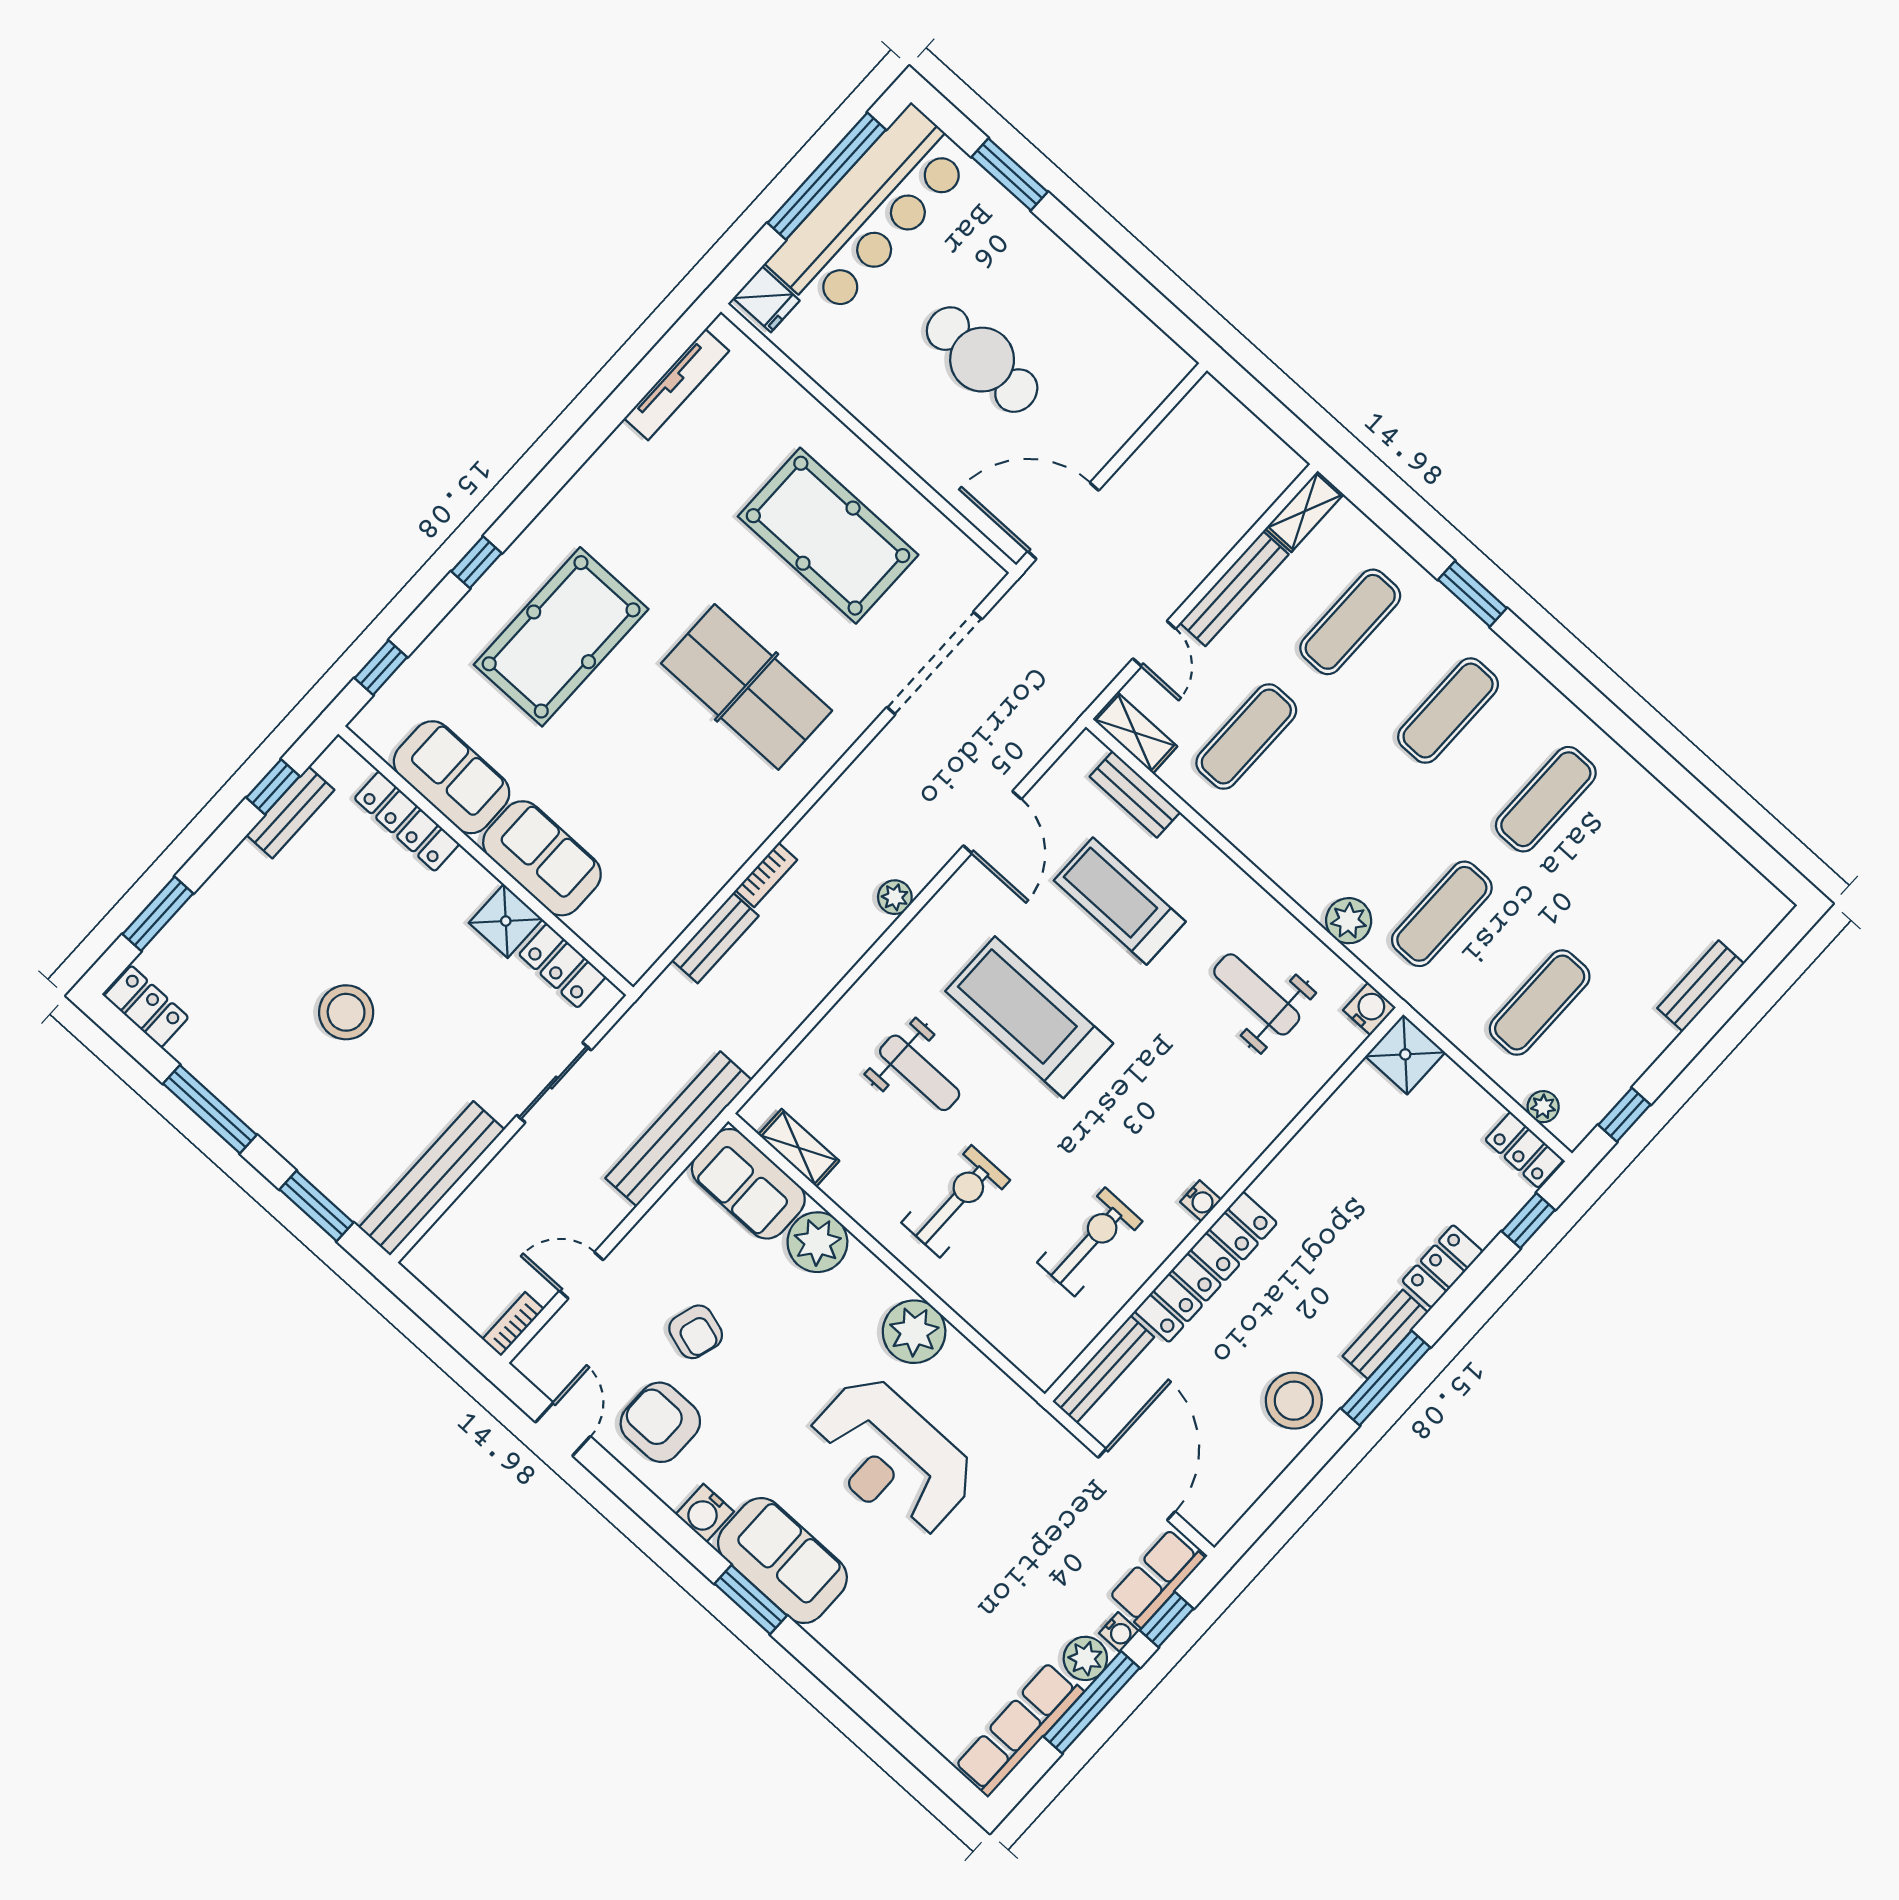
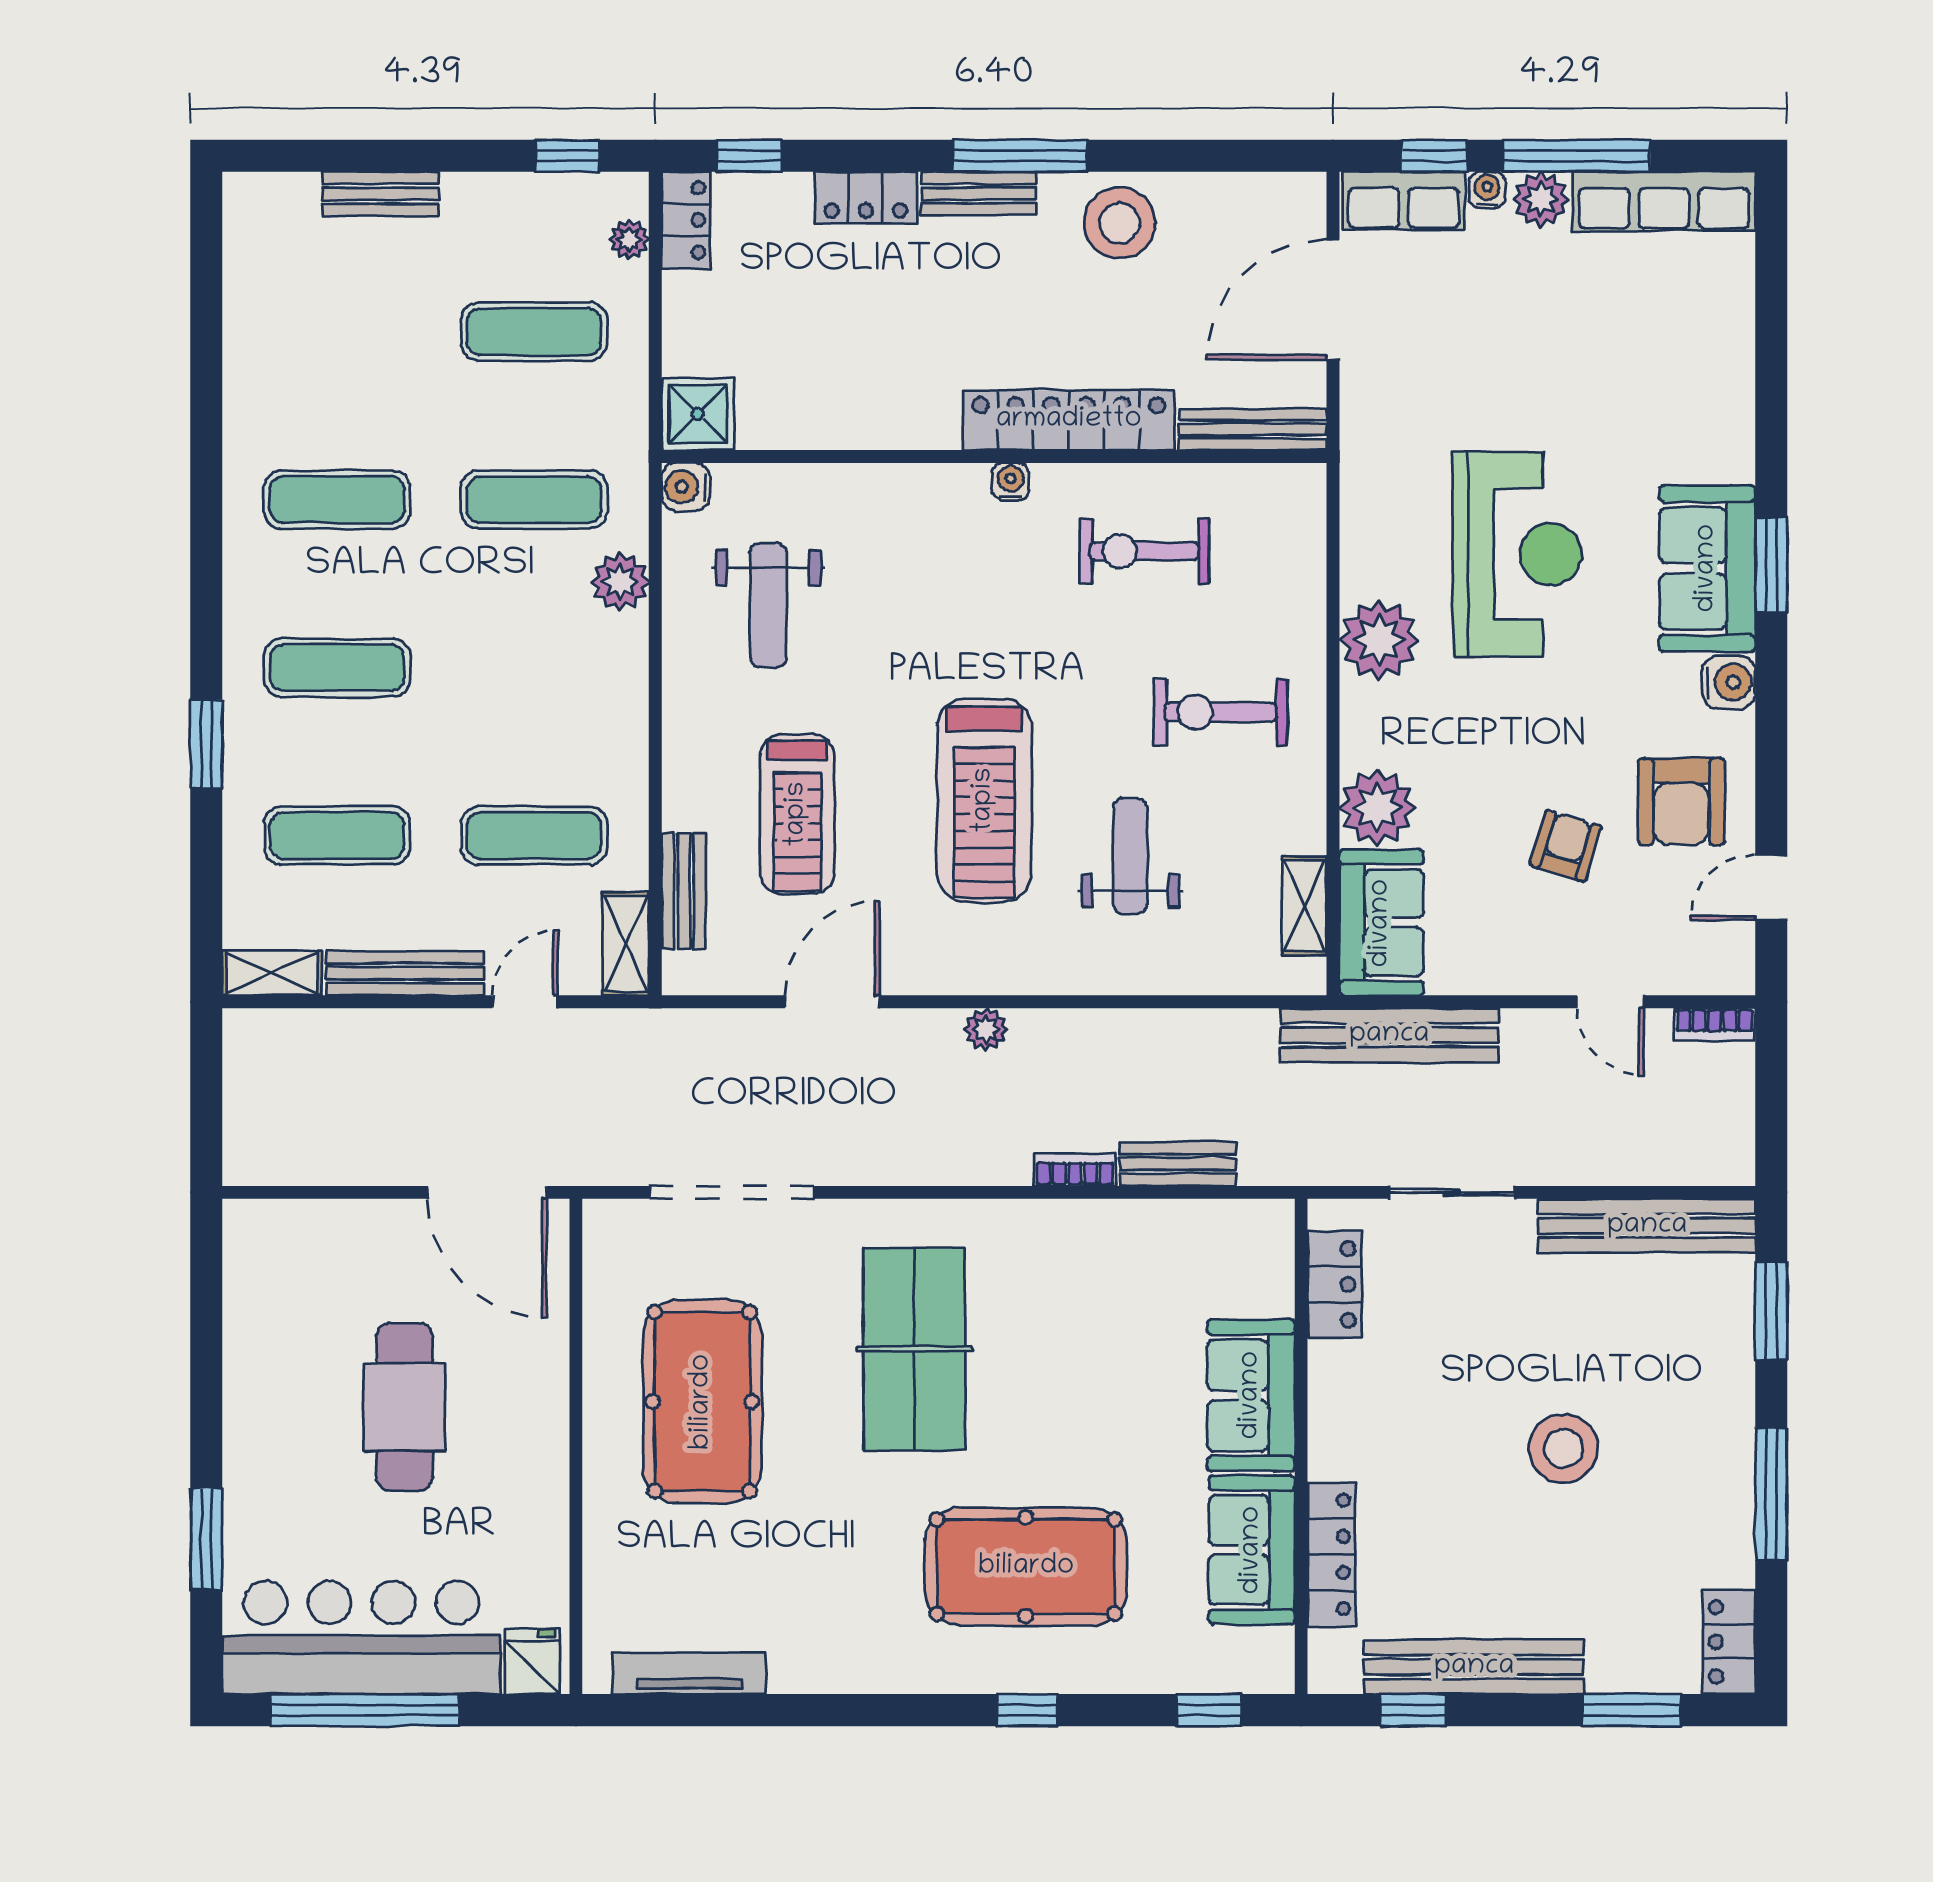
bench: (290, 812) -> (1474, 1667), width x1.86, depth x1.21
shower: (506, 921) -> (1341, 1376), removed

